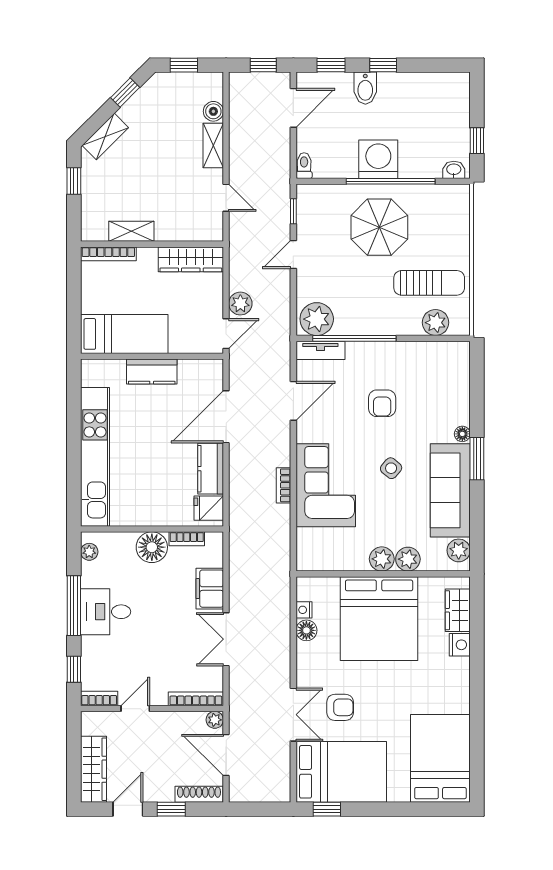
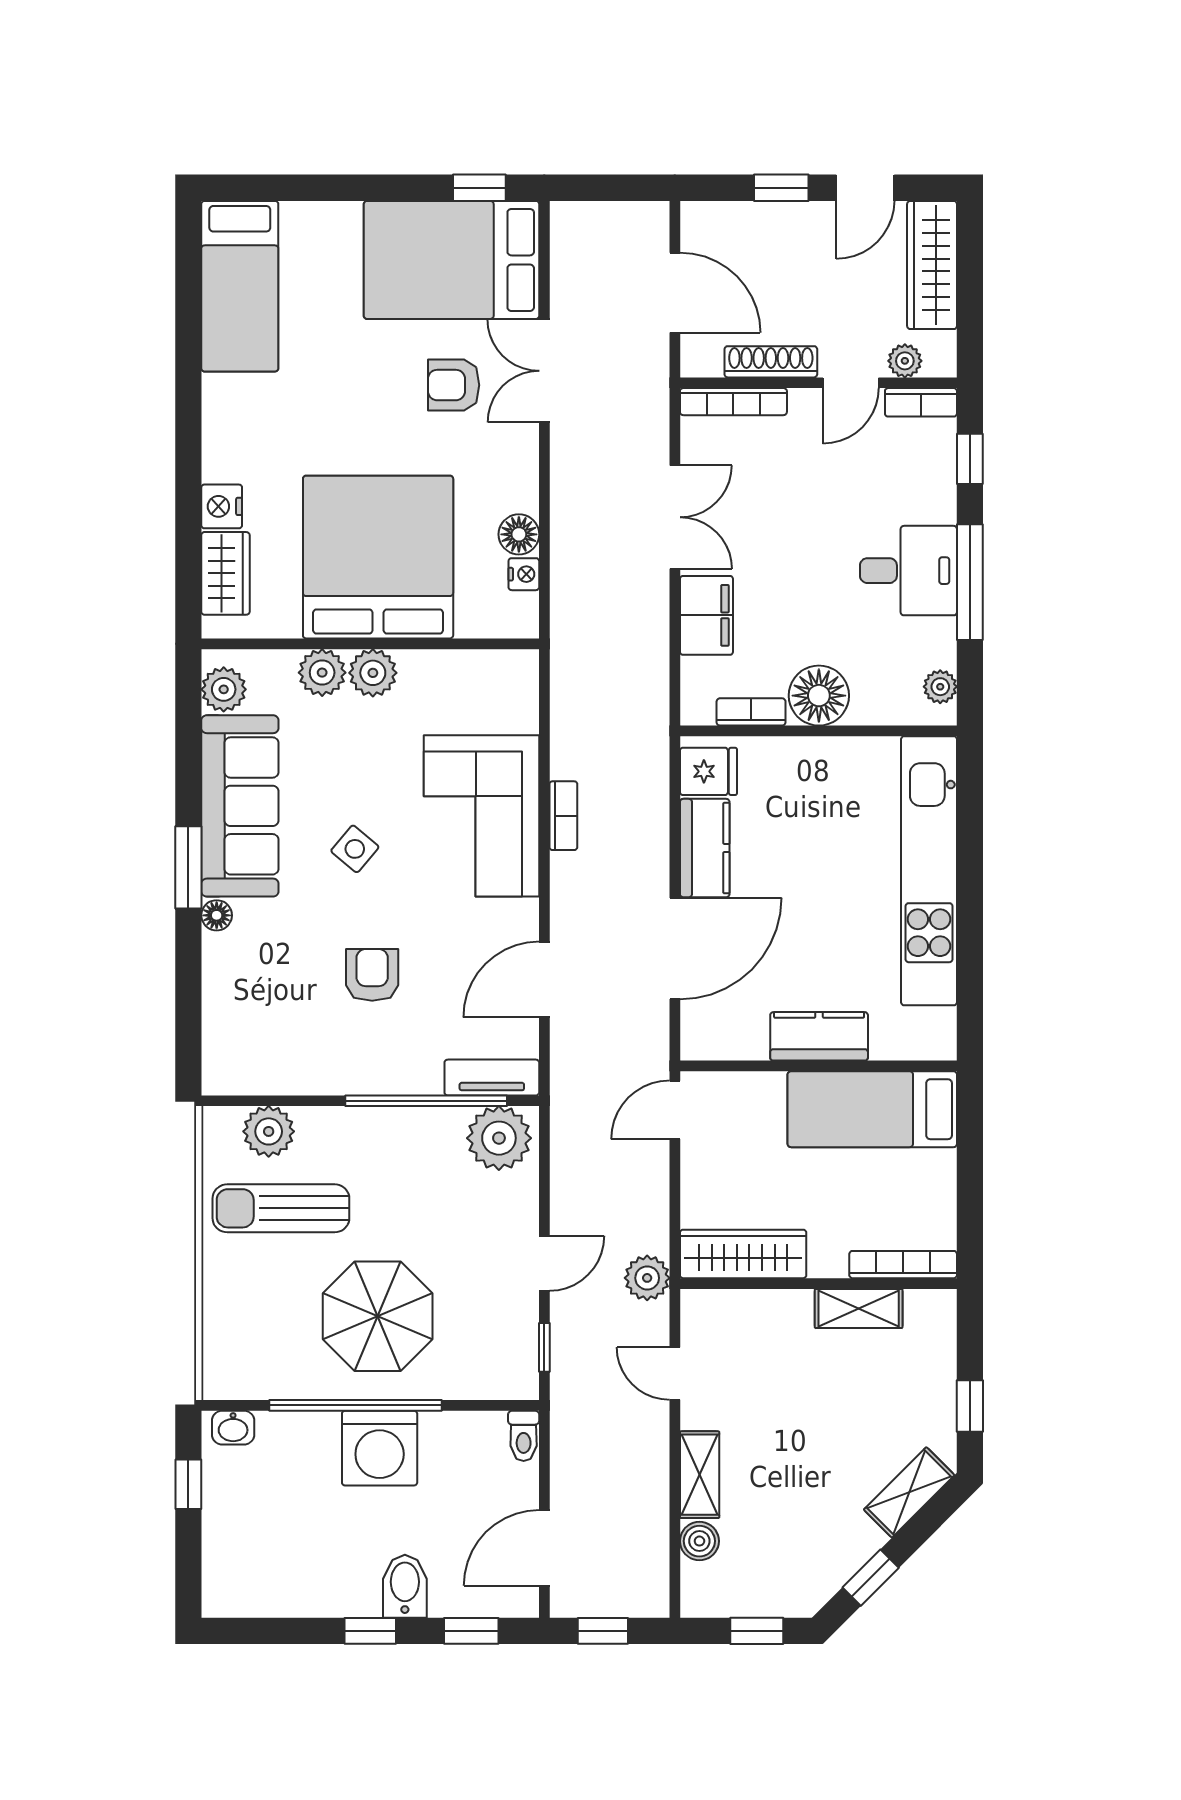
plant: (240, 304) -> (647, 1278), moved
plant: (215, 720) -> (905, 361), moved
bed: (440, 758) -> (240, 286), width x0.67
shoe rack: (199, 794) -> (771, 362), moved, turned 180

